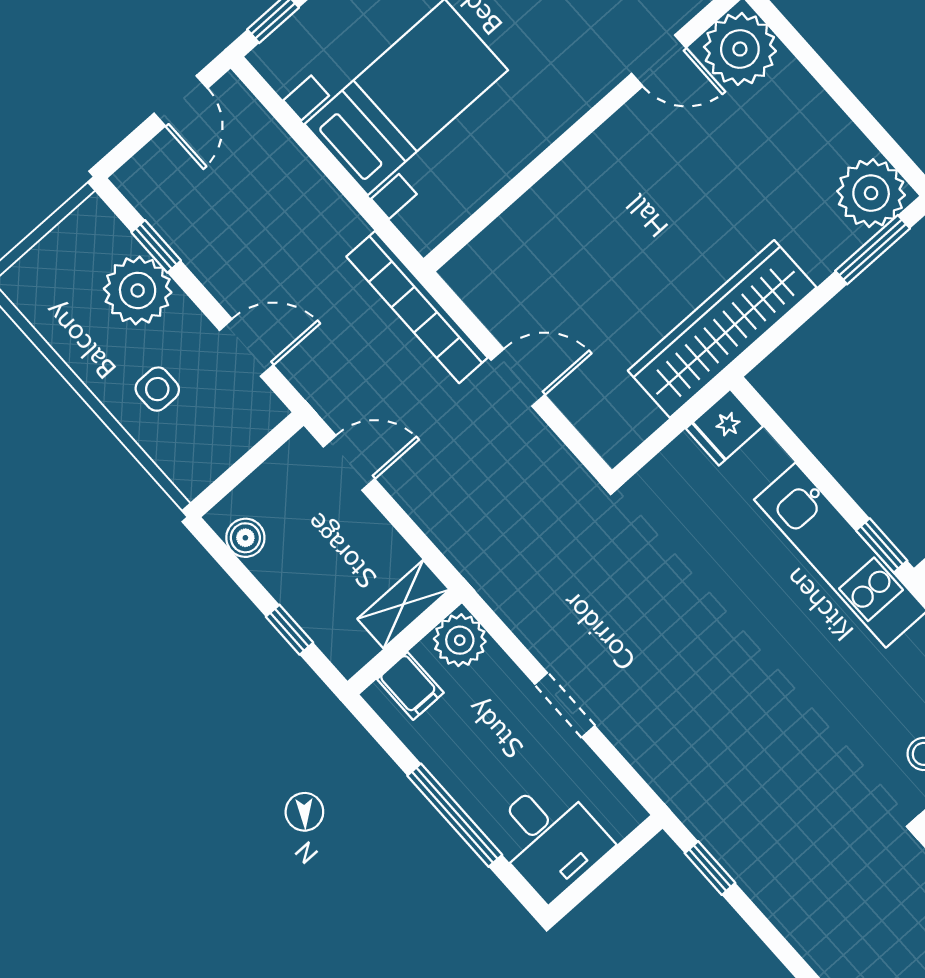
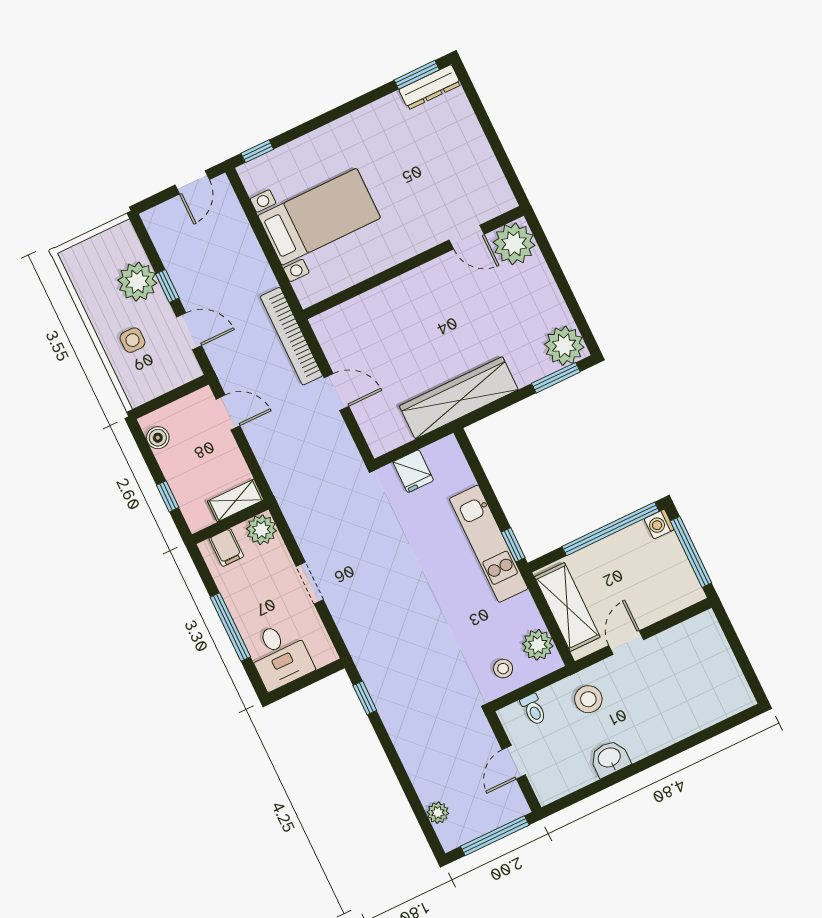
window: (156, 246) -> (167, 286), moved
fridge: (724, 427) -> (413, 471), moved, turned -90

